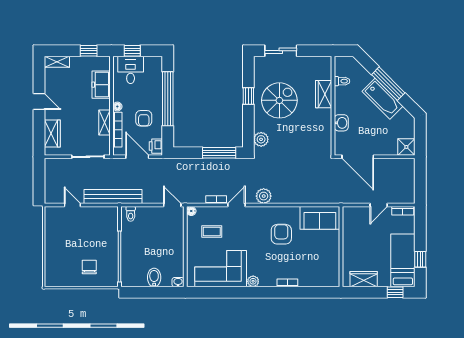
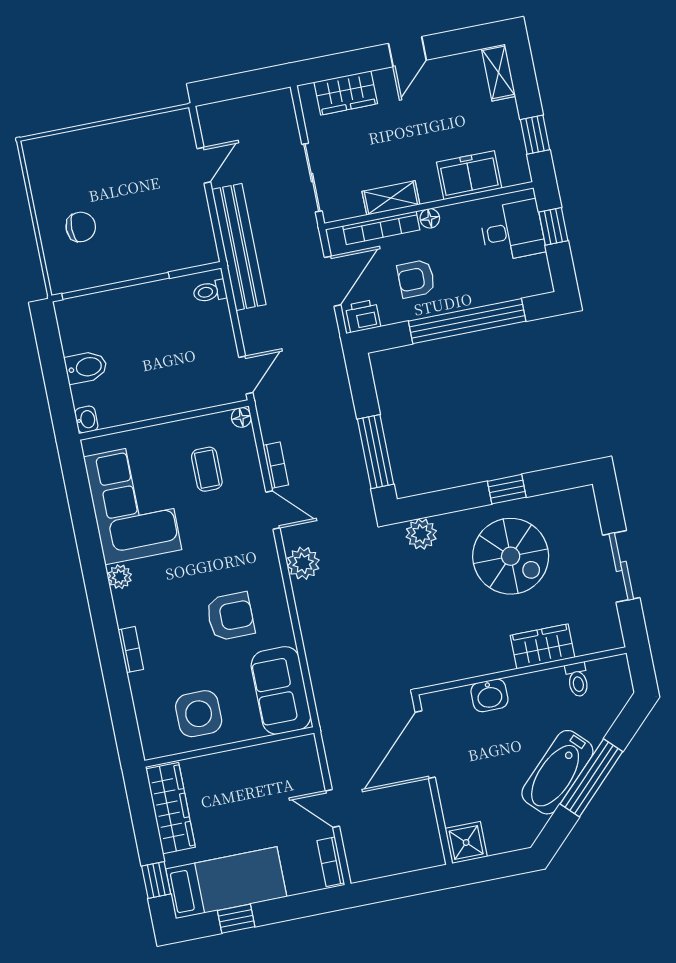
sliding door: (281, 51) -> (621, 566), moved
side table: (323, 258) -> (199, 714), added
wardrobe: (364, 279) -> (171, 808), width x1.50

